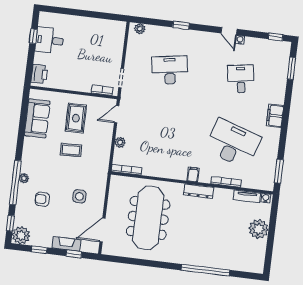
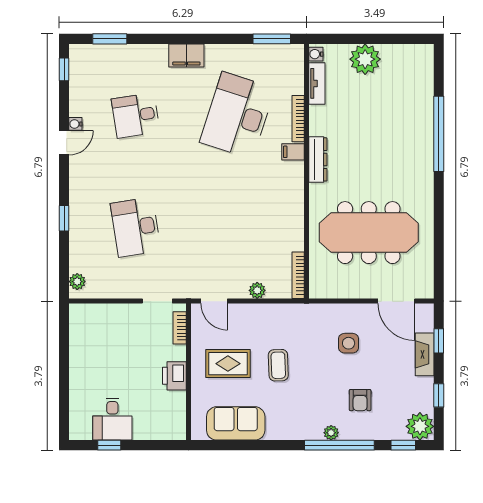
printer: (39, 74) -> (174, 376), moved, turned -90
filing cabinet: (193, 174) -> (293, 152), moved

